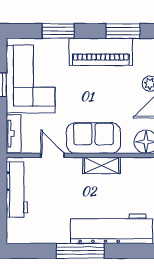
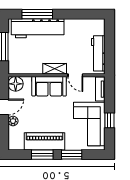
window: (123, 31) -> (42, 155), moved
shelving: (101, 165) -> (55, 69), moved
window: (80, 251) -> (37, 14), moved

